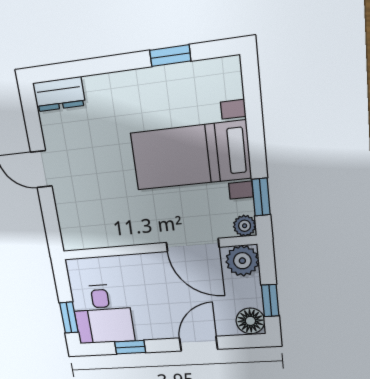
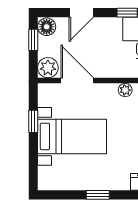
window: (170, 56) -> (98, 195), moved
window: (261, 197) -> (33, 121), moved
plant: (245, 226) -> (125, 90), moved

